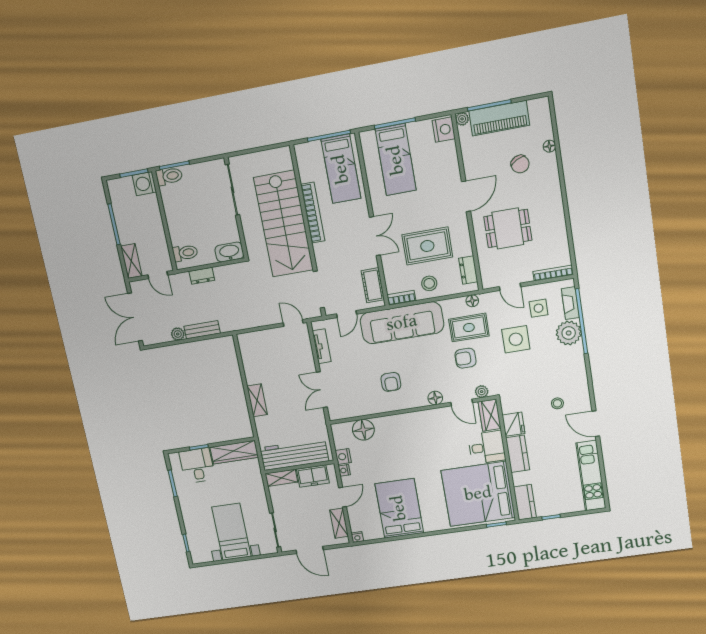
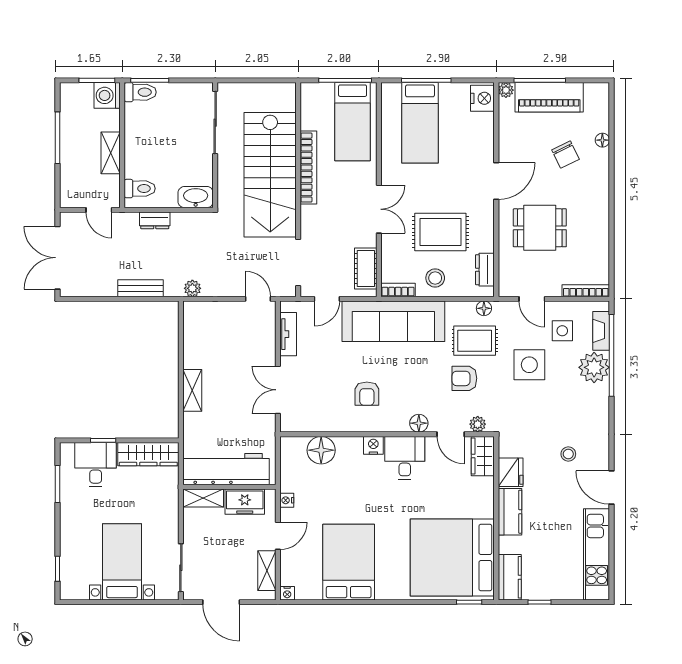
shelving: (131, 261) -> (111, 153), moved
plant: (178, 334) -> (192, 288), moved
desk: (487, 447) -> (405, 458), moved, turned -90
nightstand: (343, 457) -> (373, 445), moved, turned 90

